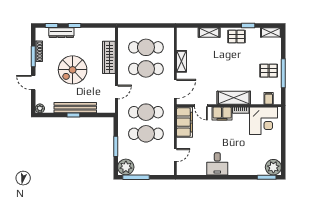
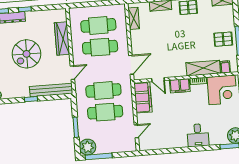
shelving: (182, 61) -> (134, 18), moved
shelving: (234, 98) -> (203, 68), moved
bench: (75, 108) -> (51, 90), moved
desk: (217, 164) -> (198, 135), moved

